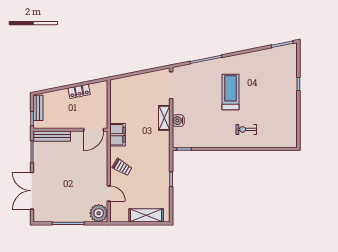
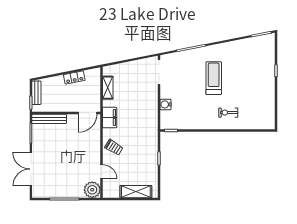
shelving: (164, 118) -> (108, 88), moved

